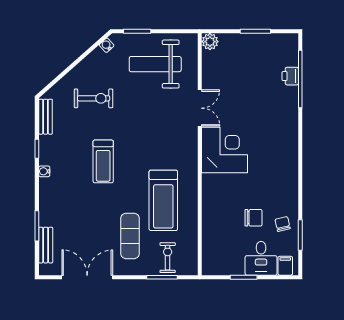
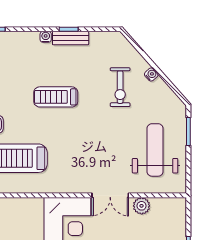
plant: (210, 42) -> (142, 206), moved
water cooler: (107, 45) -> (151, 74), moved
bench: (46, 117) -> (71, 38), moved

